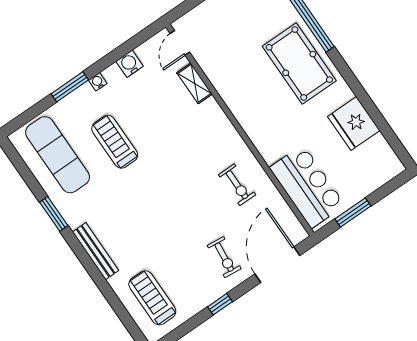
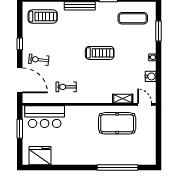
pool table: (299, 63) -> (117, 123), moved
window: (70, 87) -> (159, 31), moved
fridge: (354, 124) -> (40, 156), moved
treadmill: (115, 142) -> (100, 53), moved
exercise mat: (58, 155) -> (133, 18), width x0.73, depth x0.69

